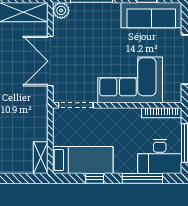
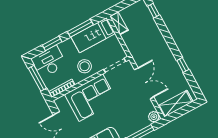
stool: (116, 125) -> (85, 66), added
window: (95, 178) -> (80, 28), width x2.17
window: (142, 178) -> (52, 43), width x0.69

